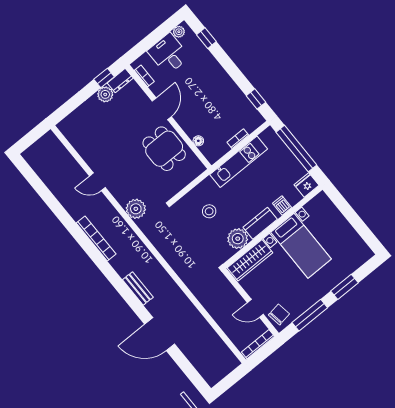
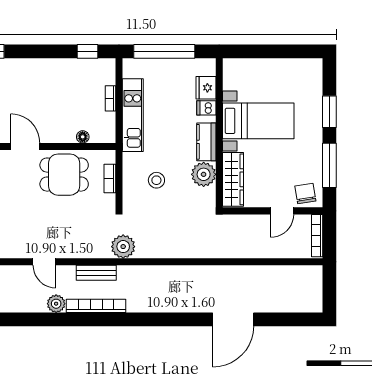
bookcase: (186, 180) -> (110, 178), added
door: (97, 182) -> (44, 262), hinge flipped
fridge: (307, 185) -> (206, 88), moved
plant: (136, 209) -> (123, 247), moved
plant: (77, 212) -> (56, 304), added
bench: (138, 288) -> (96, 273), moved

